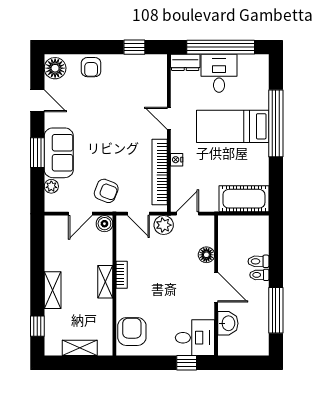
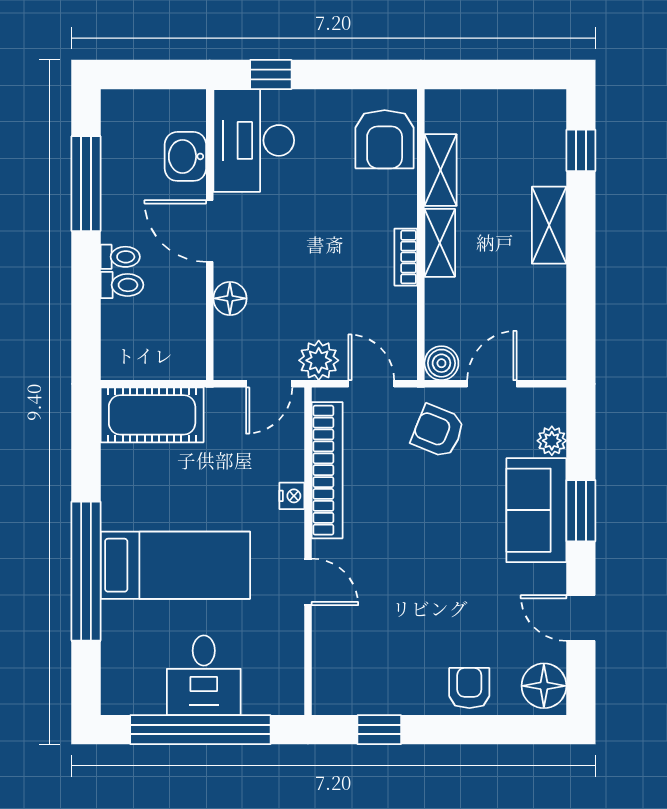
dresser: (185, 62) -> (274, 698), removed
desk: (195, 338) -> (254, 140), width x1.37
shelving: (80, 348) -> (441, 170), moved, turned 90

